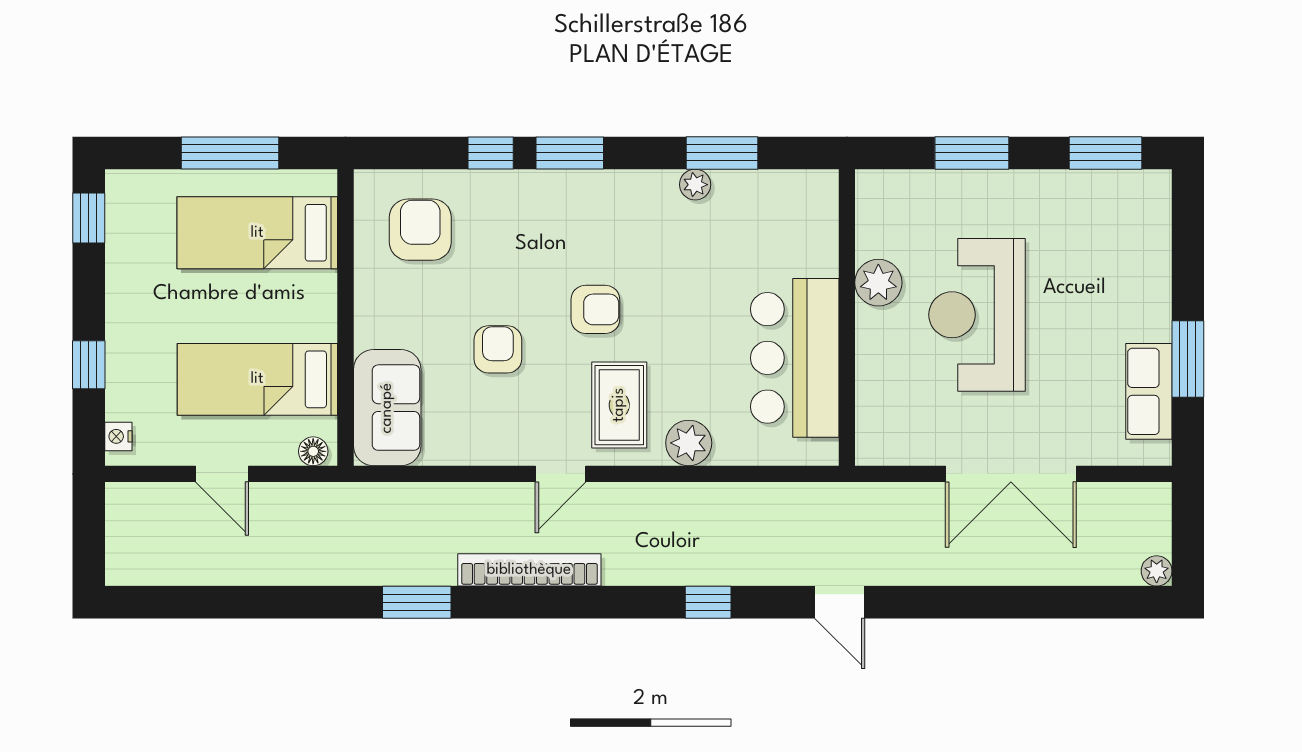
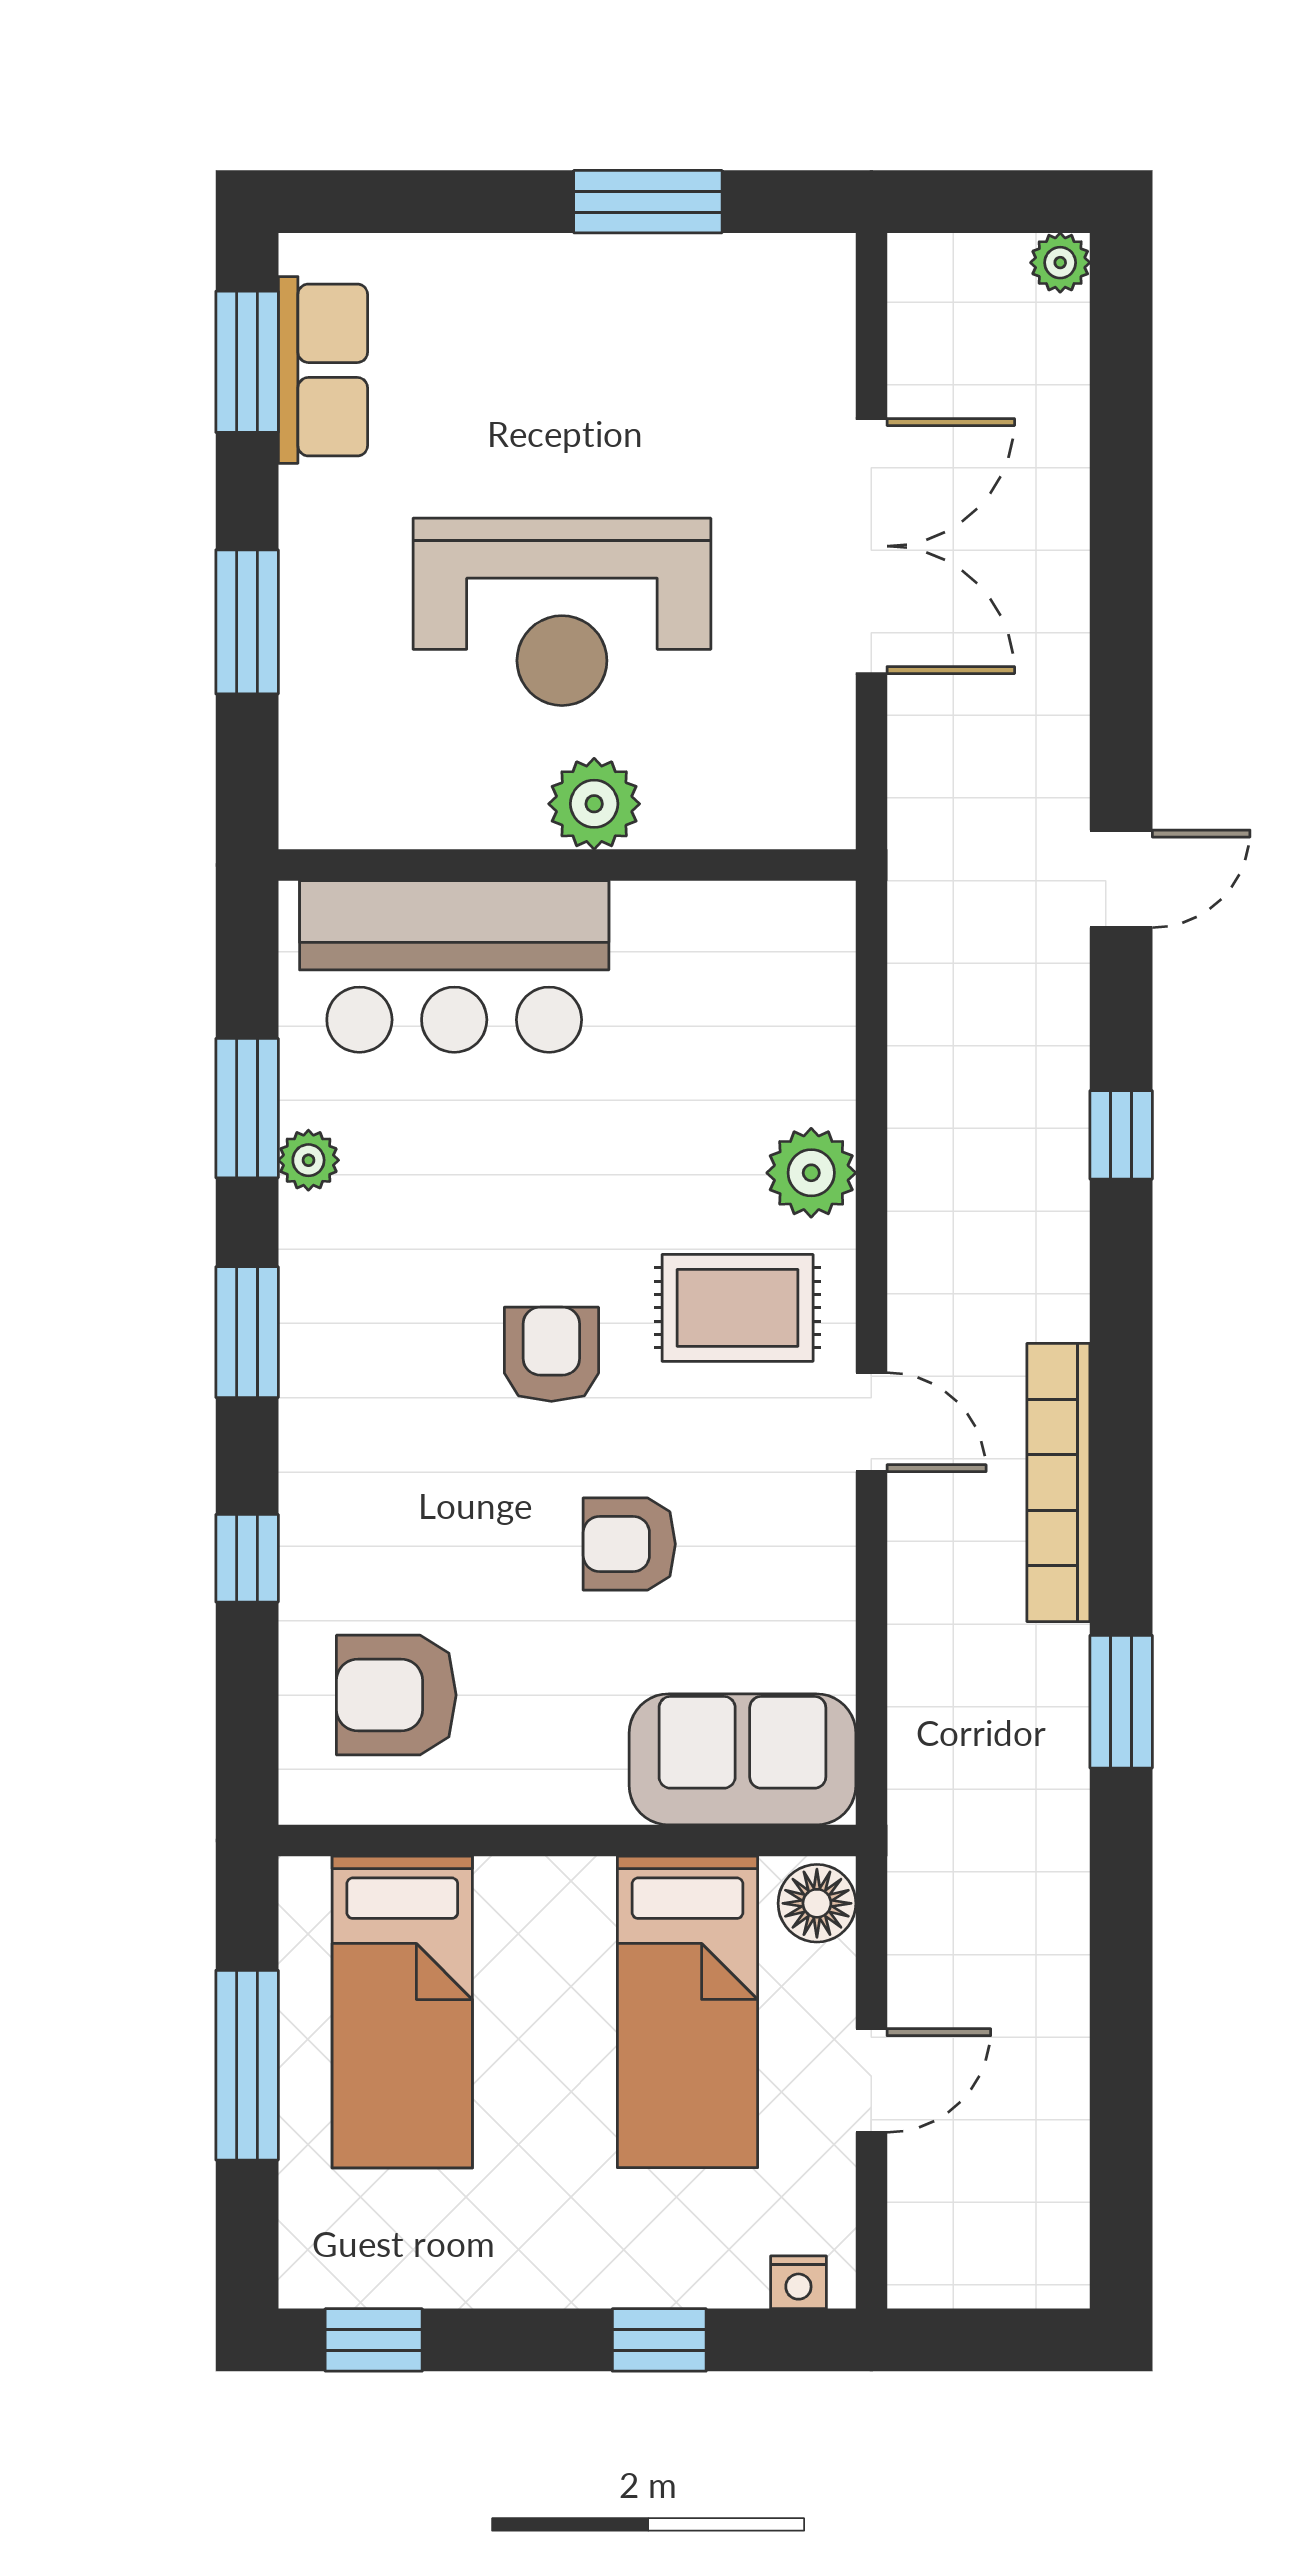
window: (570, 153) -> (247, 1332), moved
plant: (878, 283) -> (594, 804), moved
bar counter: (795, 358) -> (454, 966), moved
row of seats: (1149, 391) -> (323, 370), moved, turned -90
floor lamp: (313, 451) -> (817, 1903), width x1.37, depth x1.37

